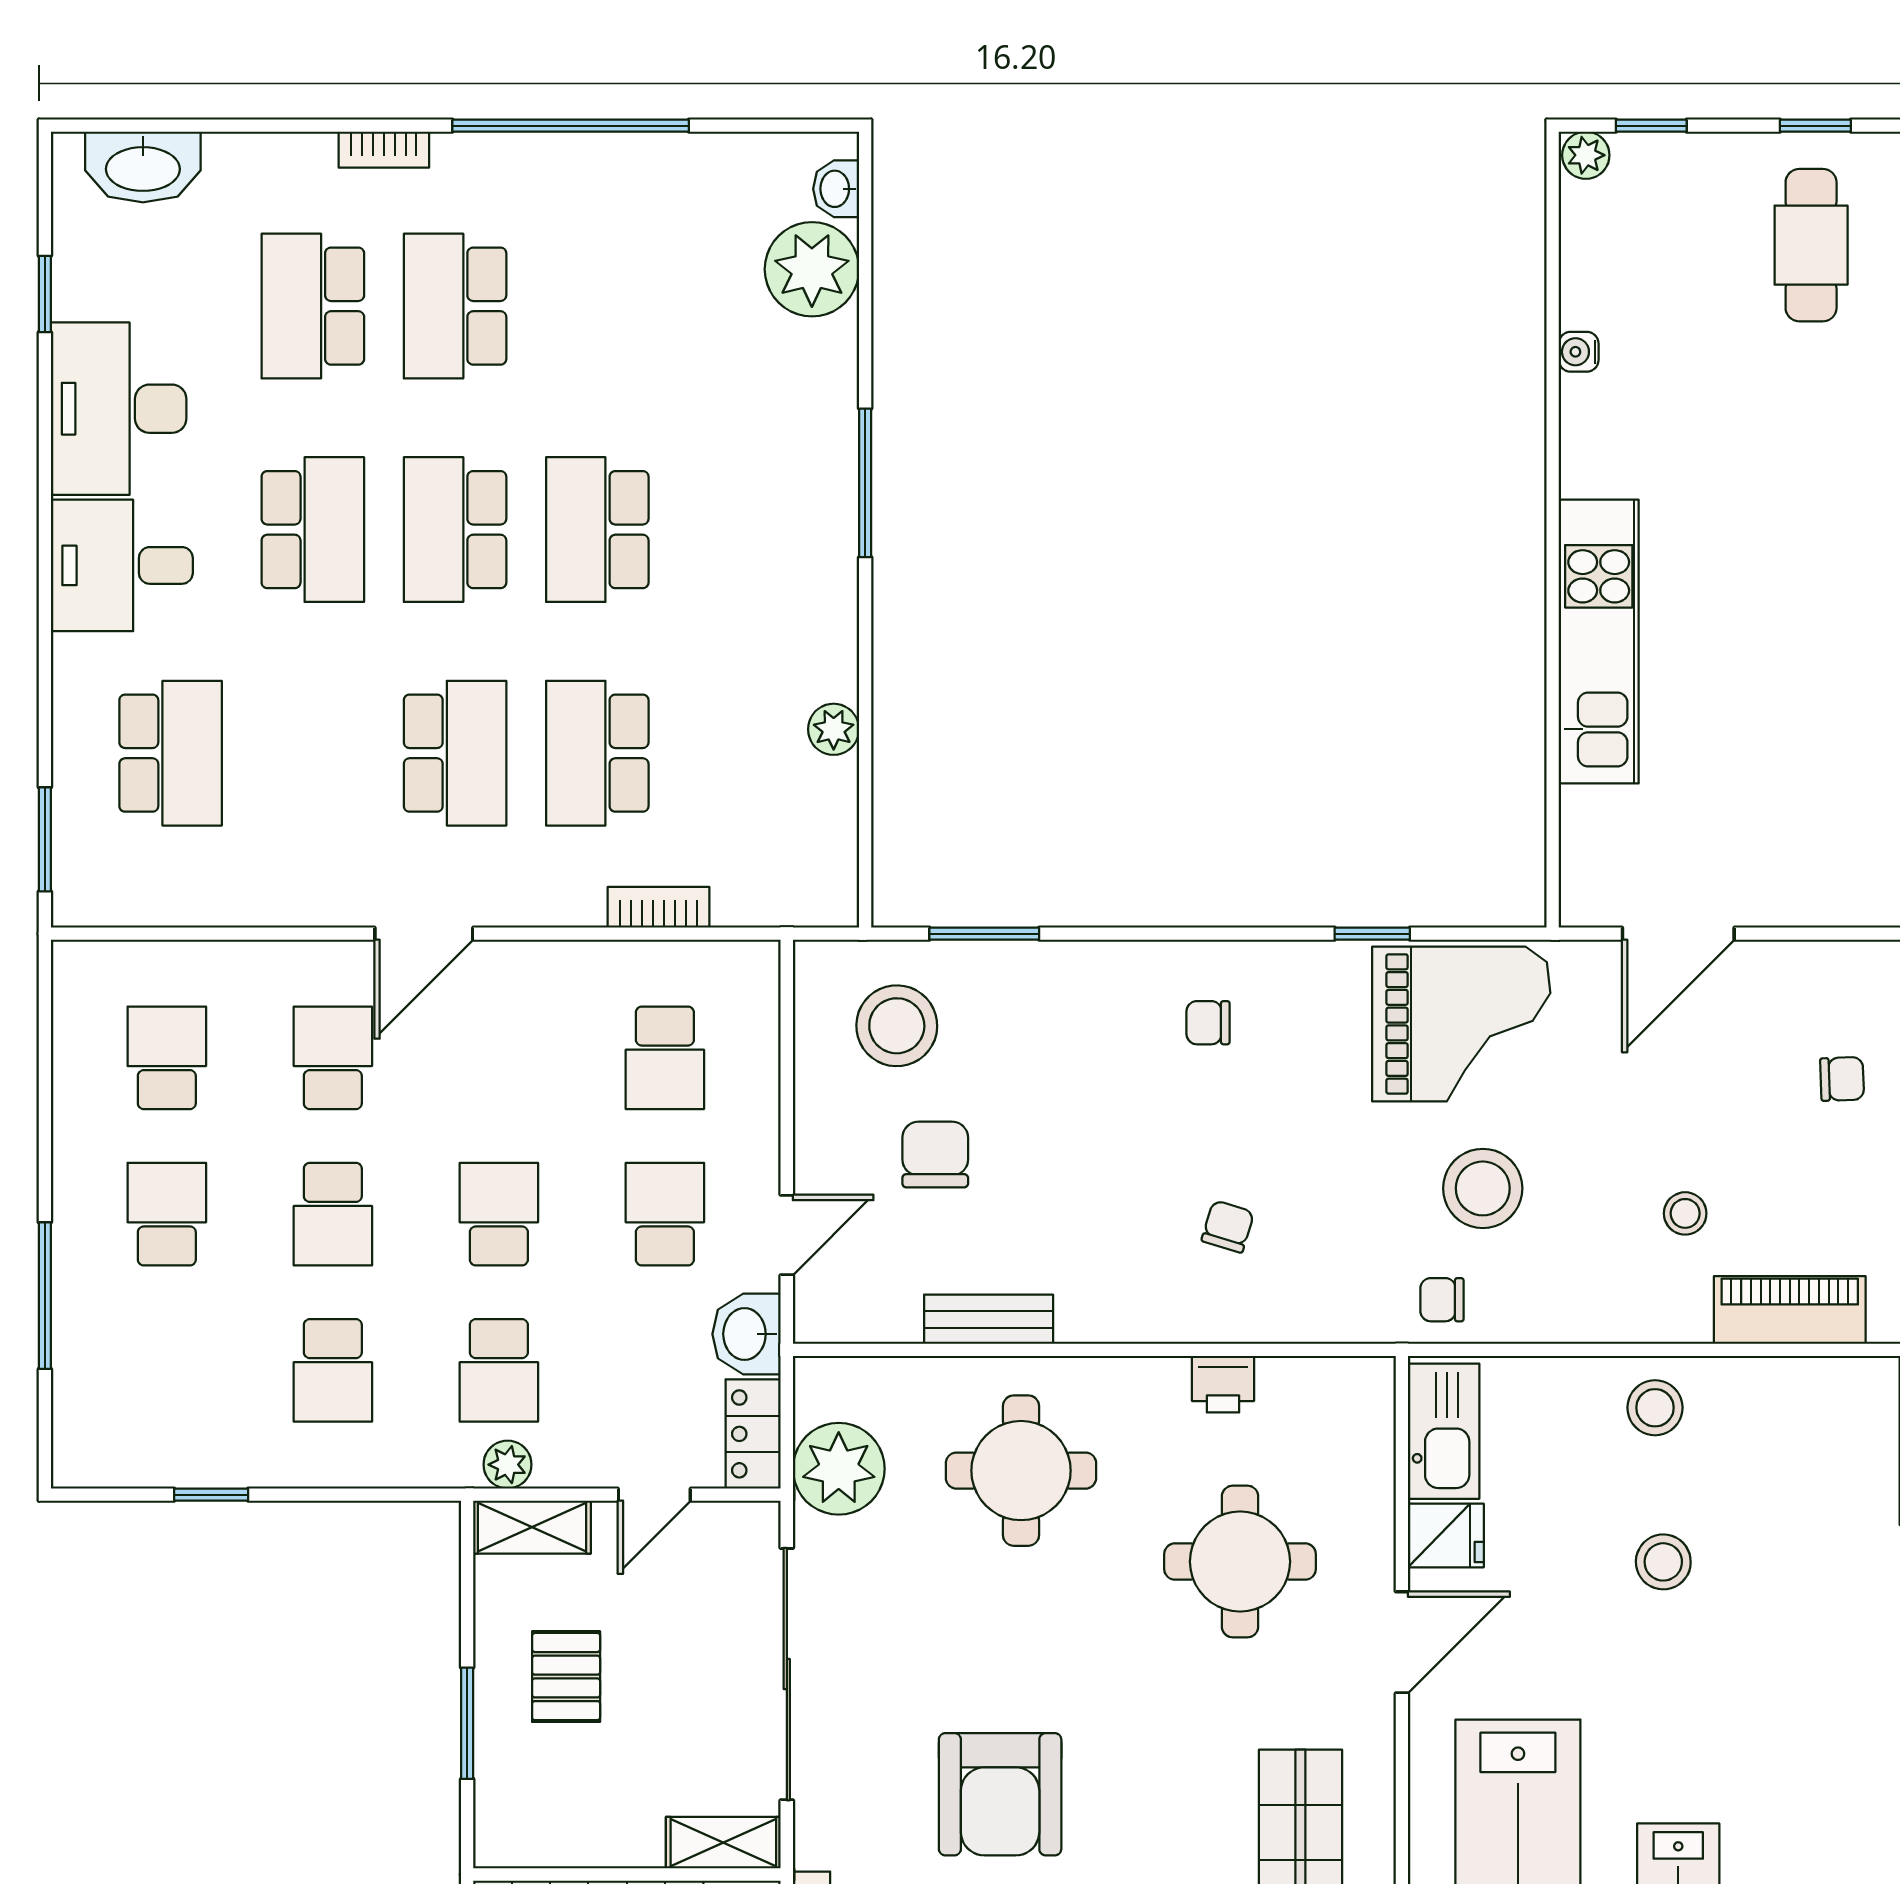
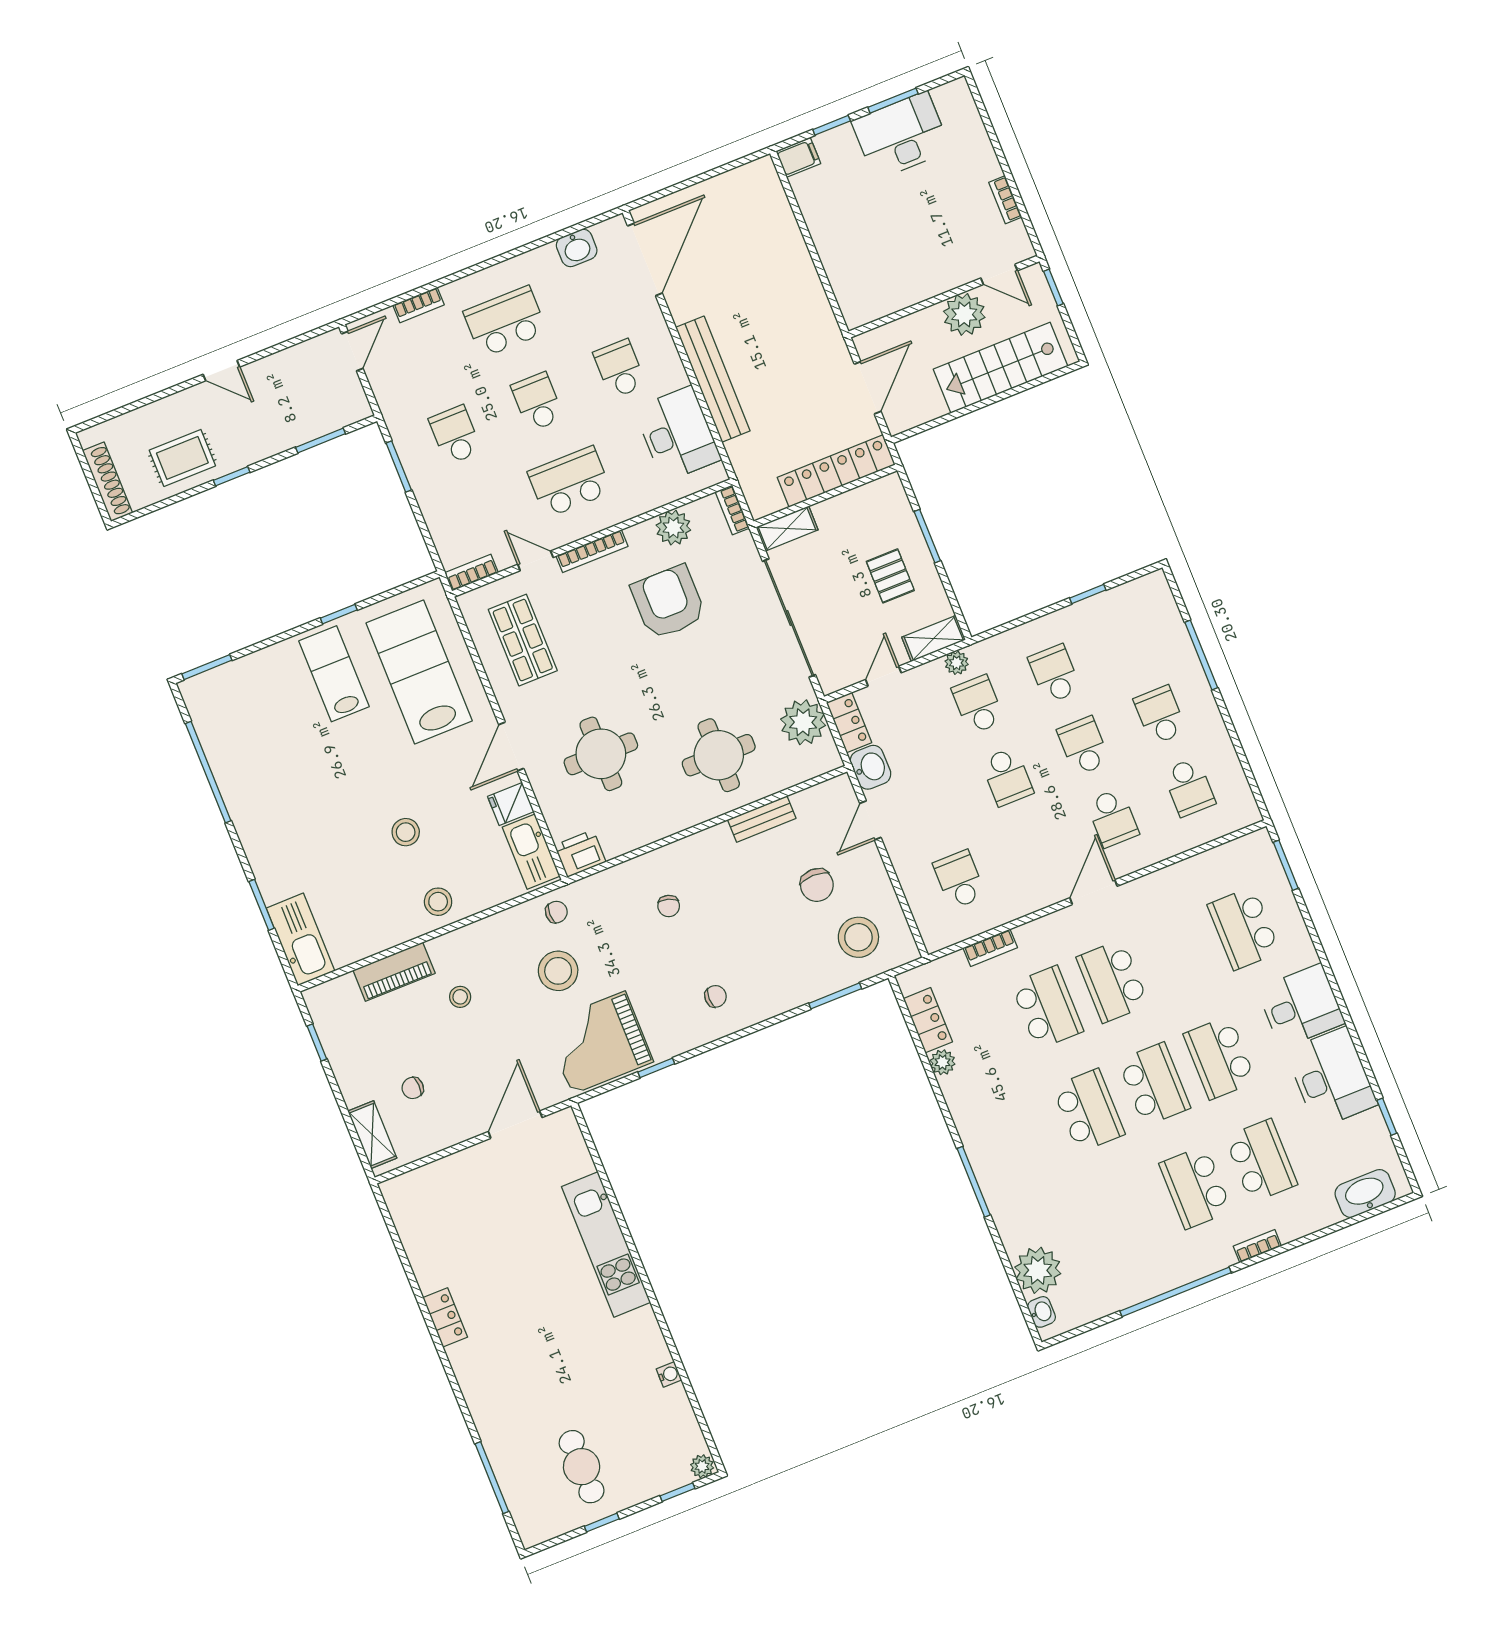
school desk: (455, 306) -> (1195, 1187), turned 180
locker: (829, 819) -> (928, 1020), added
school desk: (167, 1214) -> (1160, 715), turned 180
school desk: (665, 1214) -> (930, 807), removed
printer: (1223, 1384) -> (580, 854), moved, width x1.36, depth x1.24

